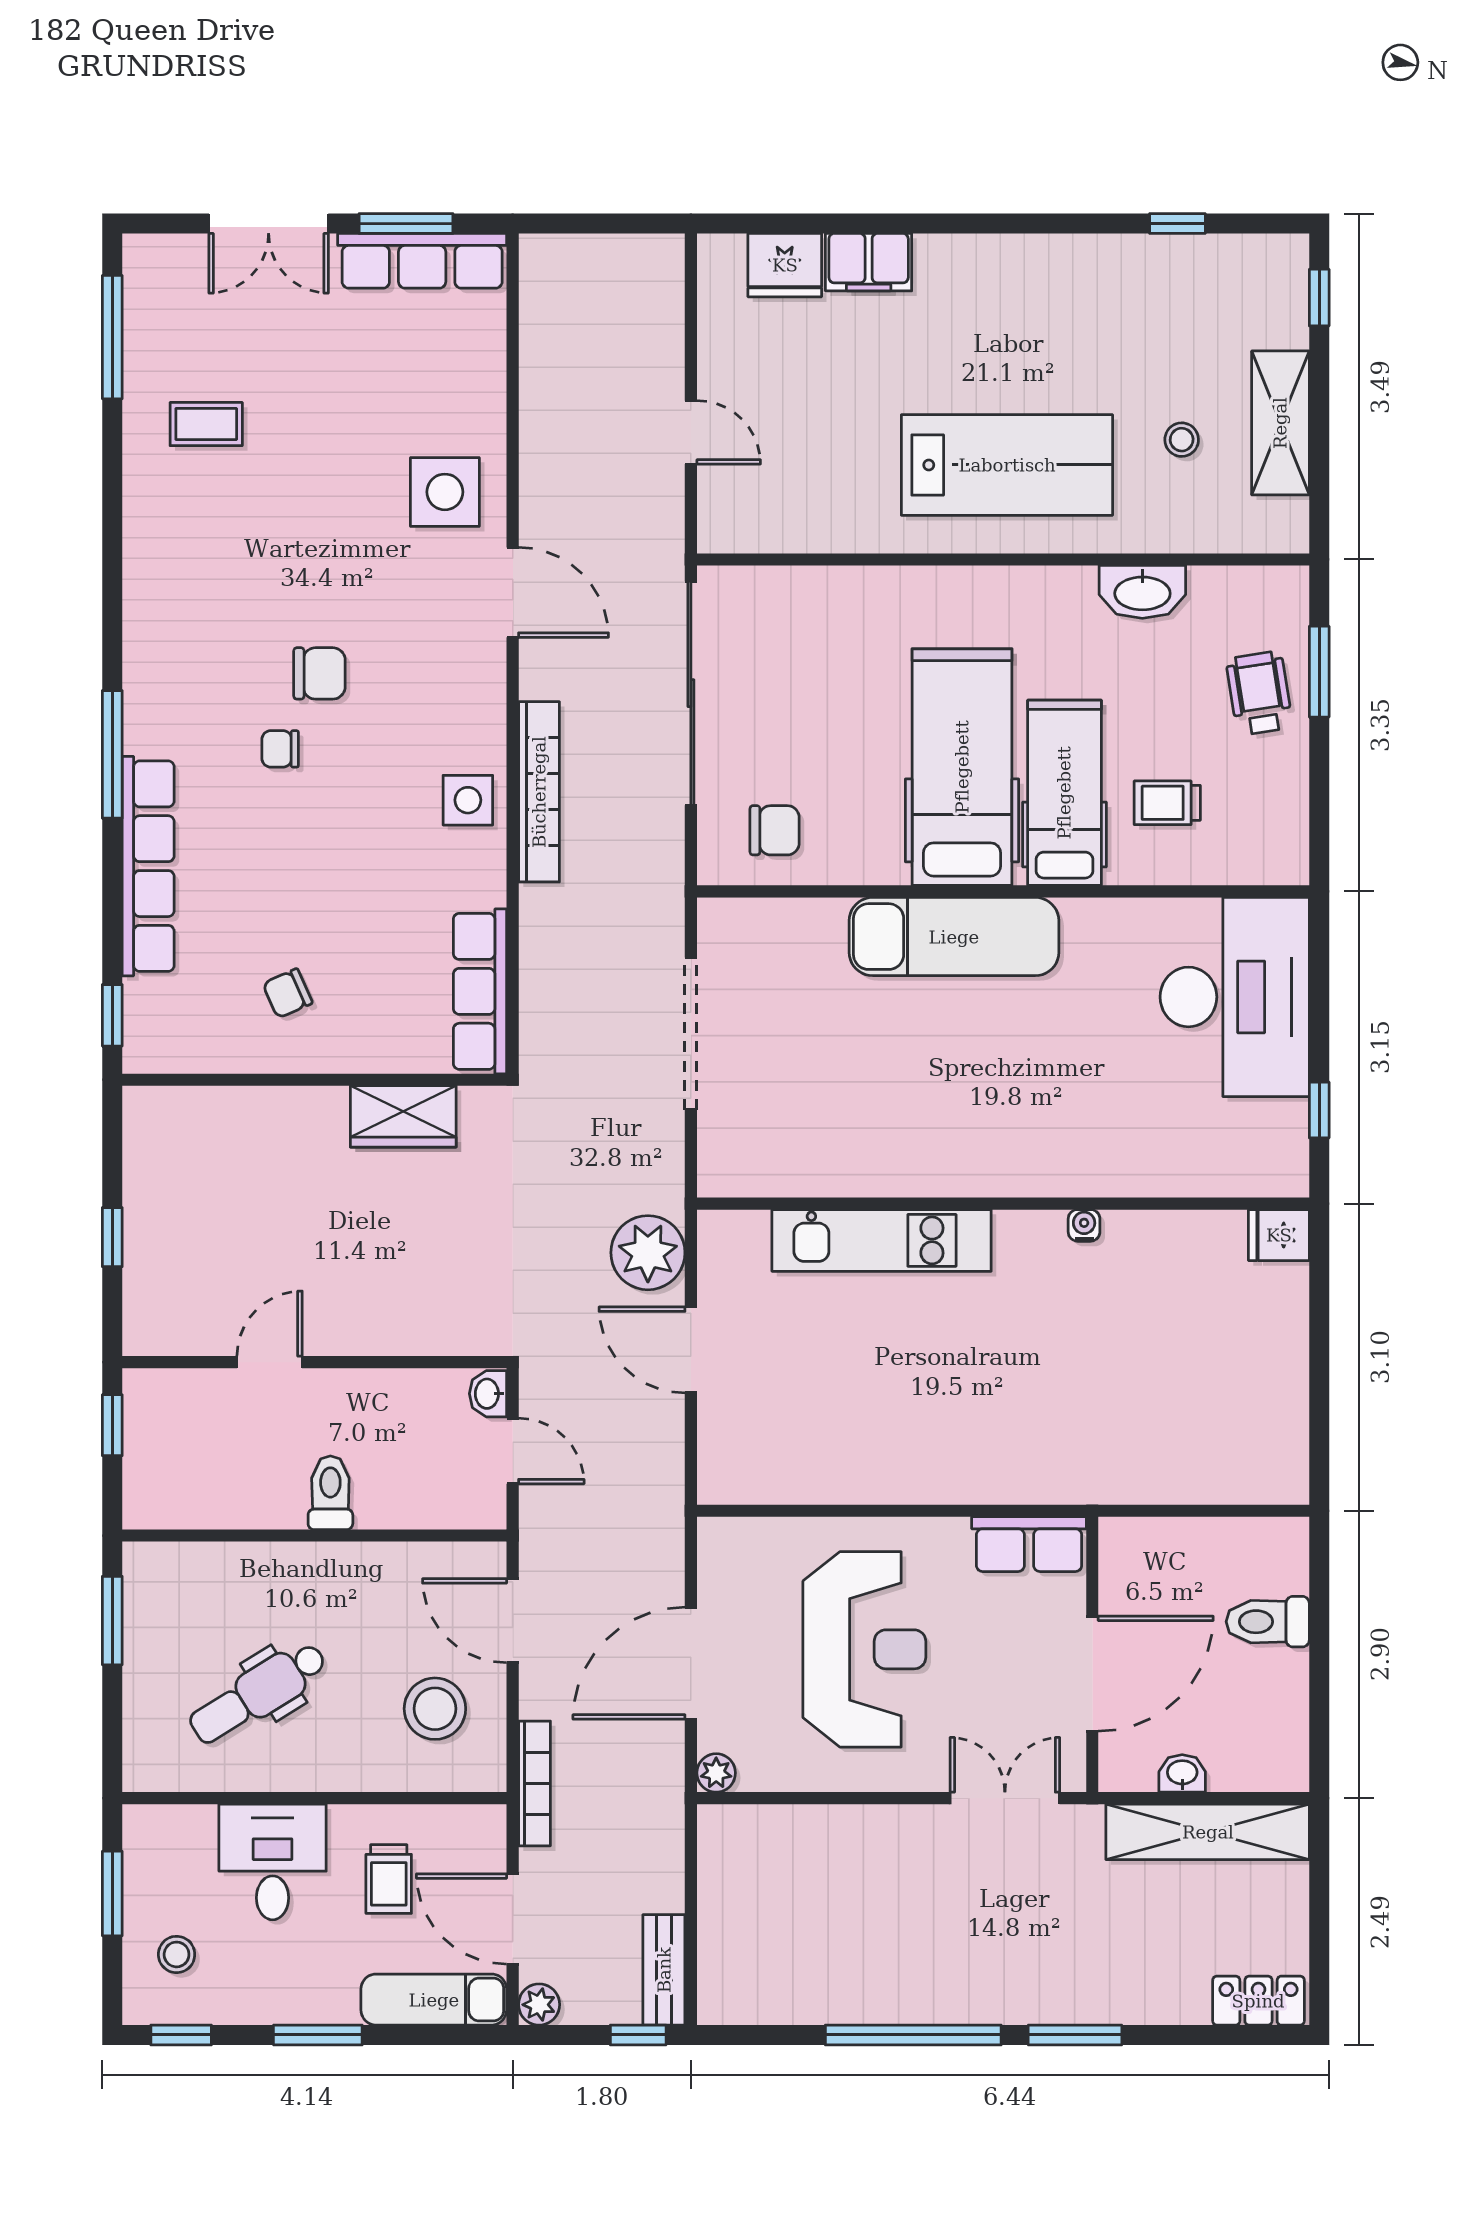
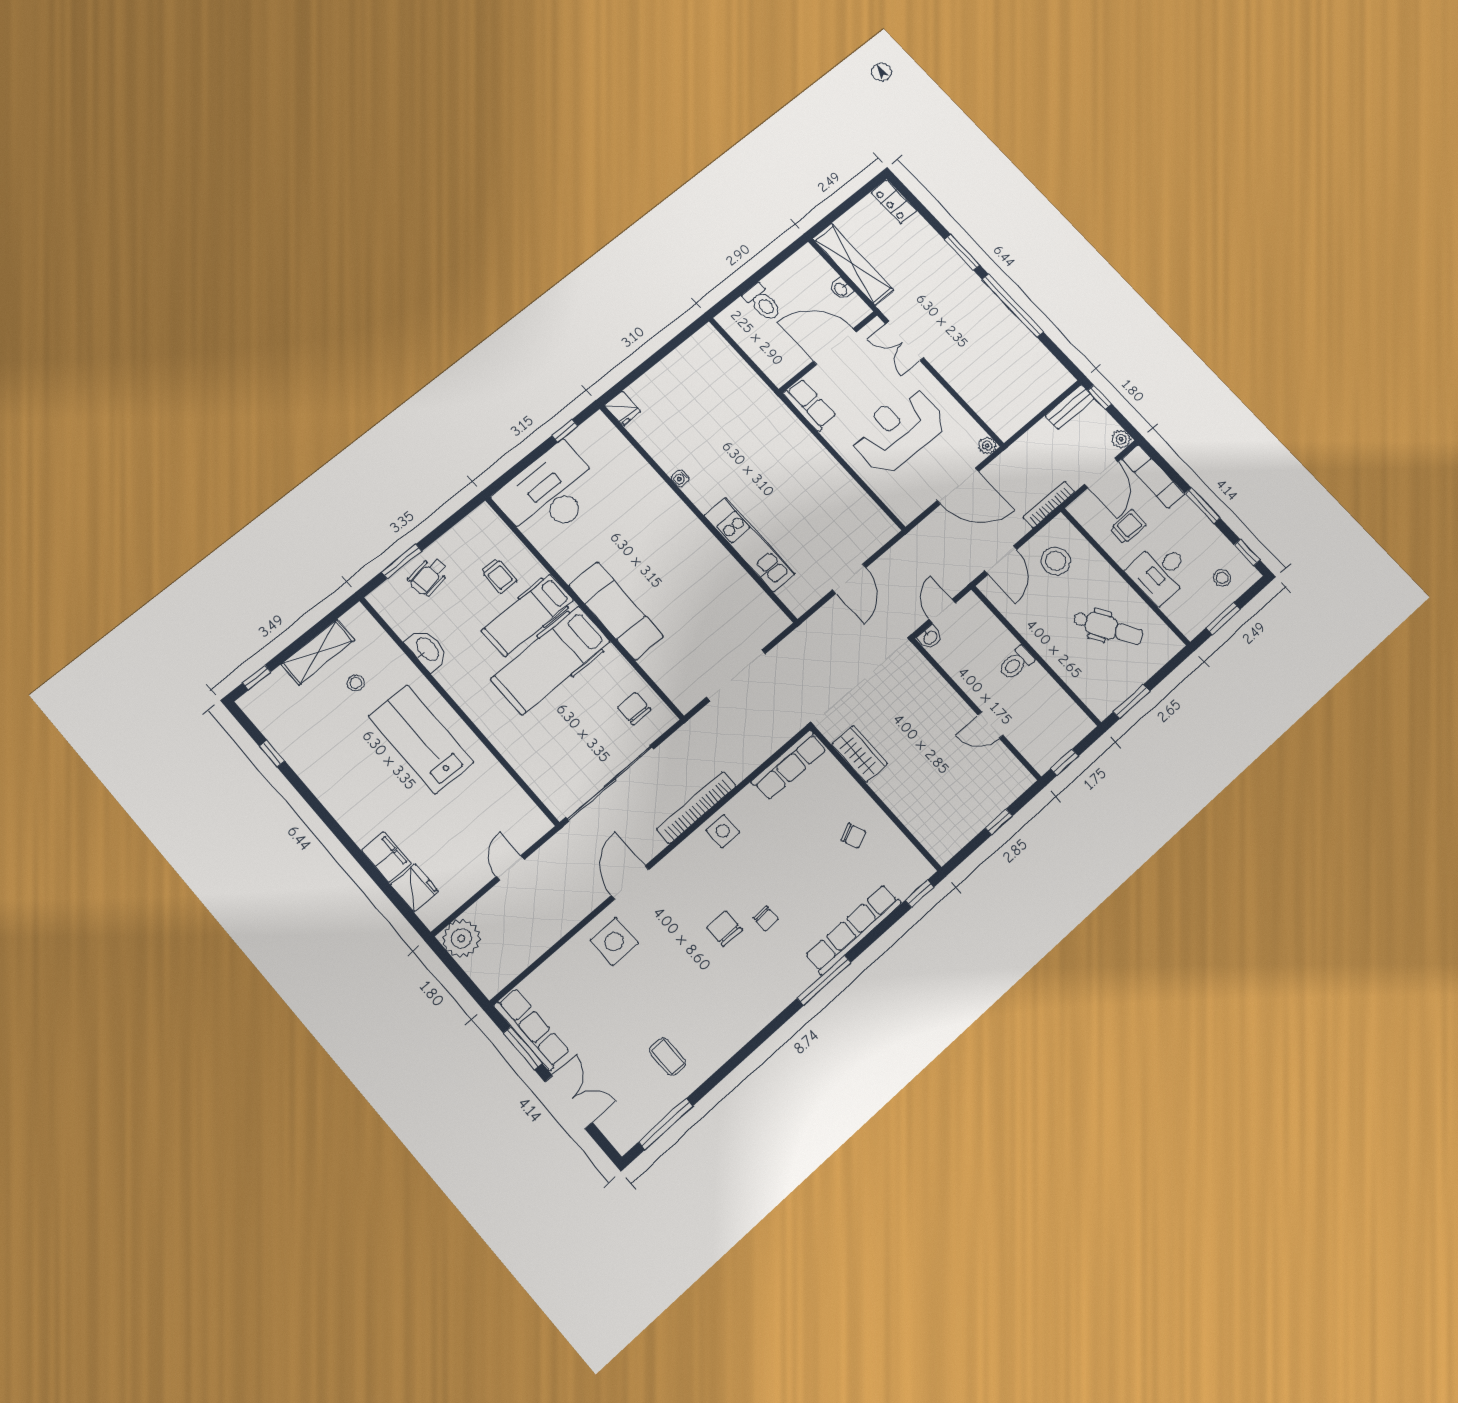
plant: (648, 1253) -> (461, 938), moved

